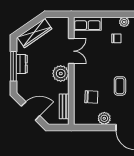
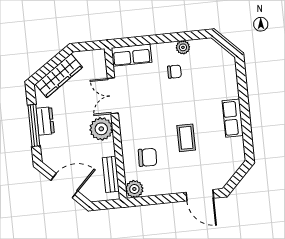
double door: (71, 51) -> (113, 96), swing flipped
plant: (104, 118) -> (134, 189), moved

